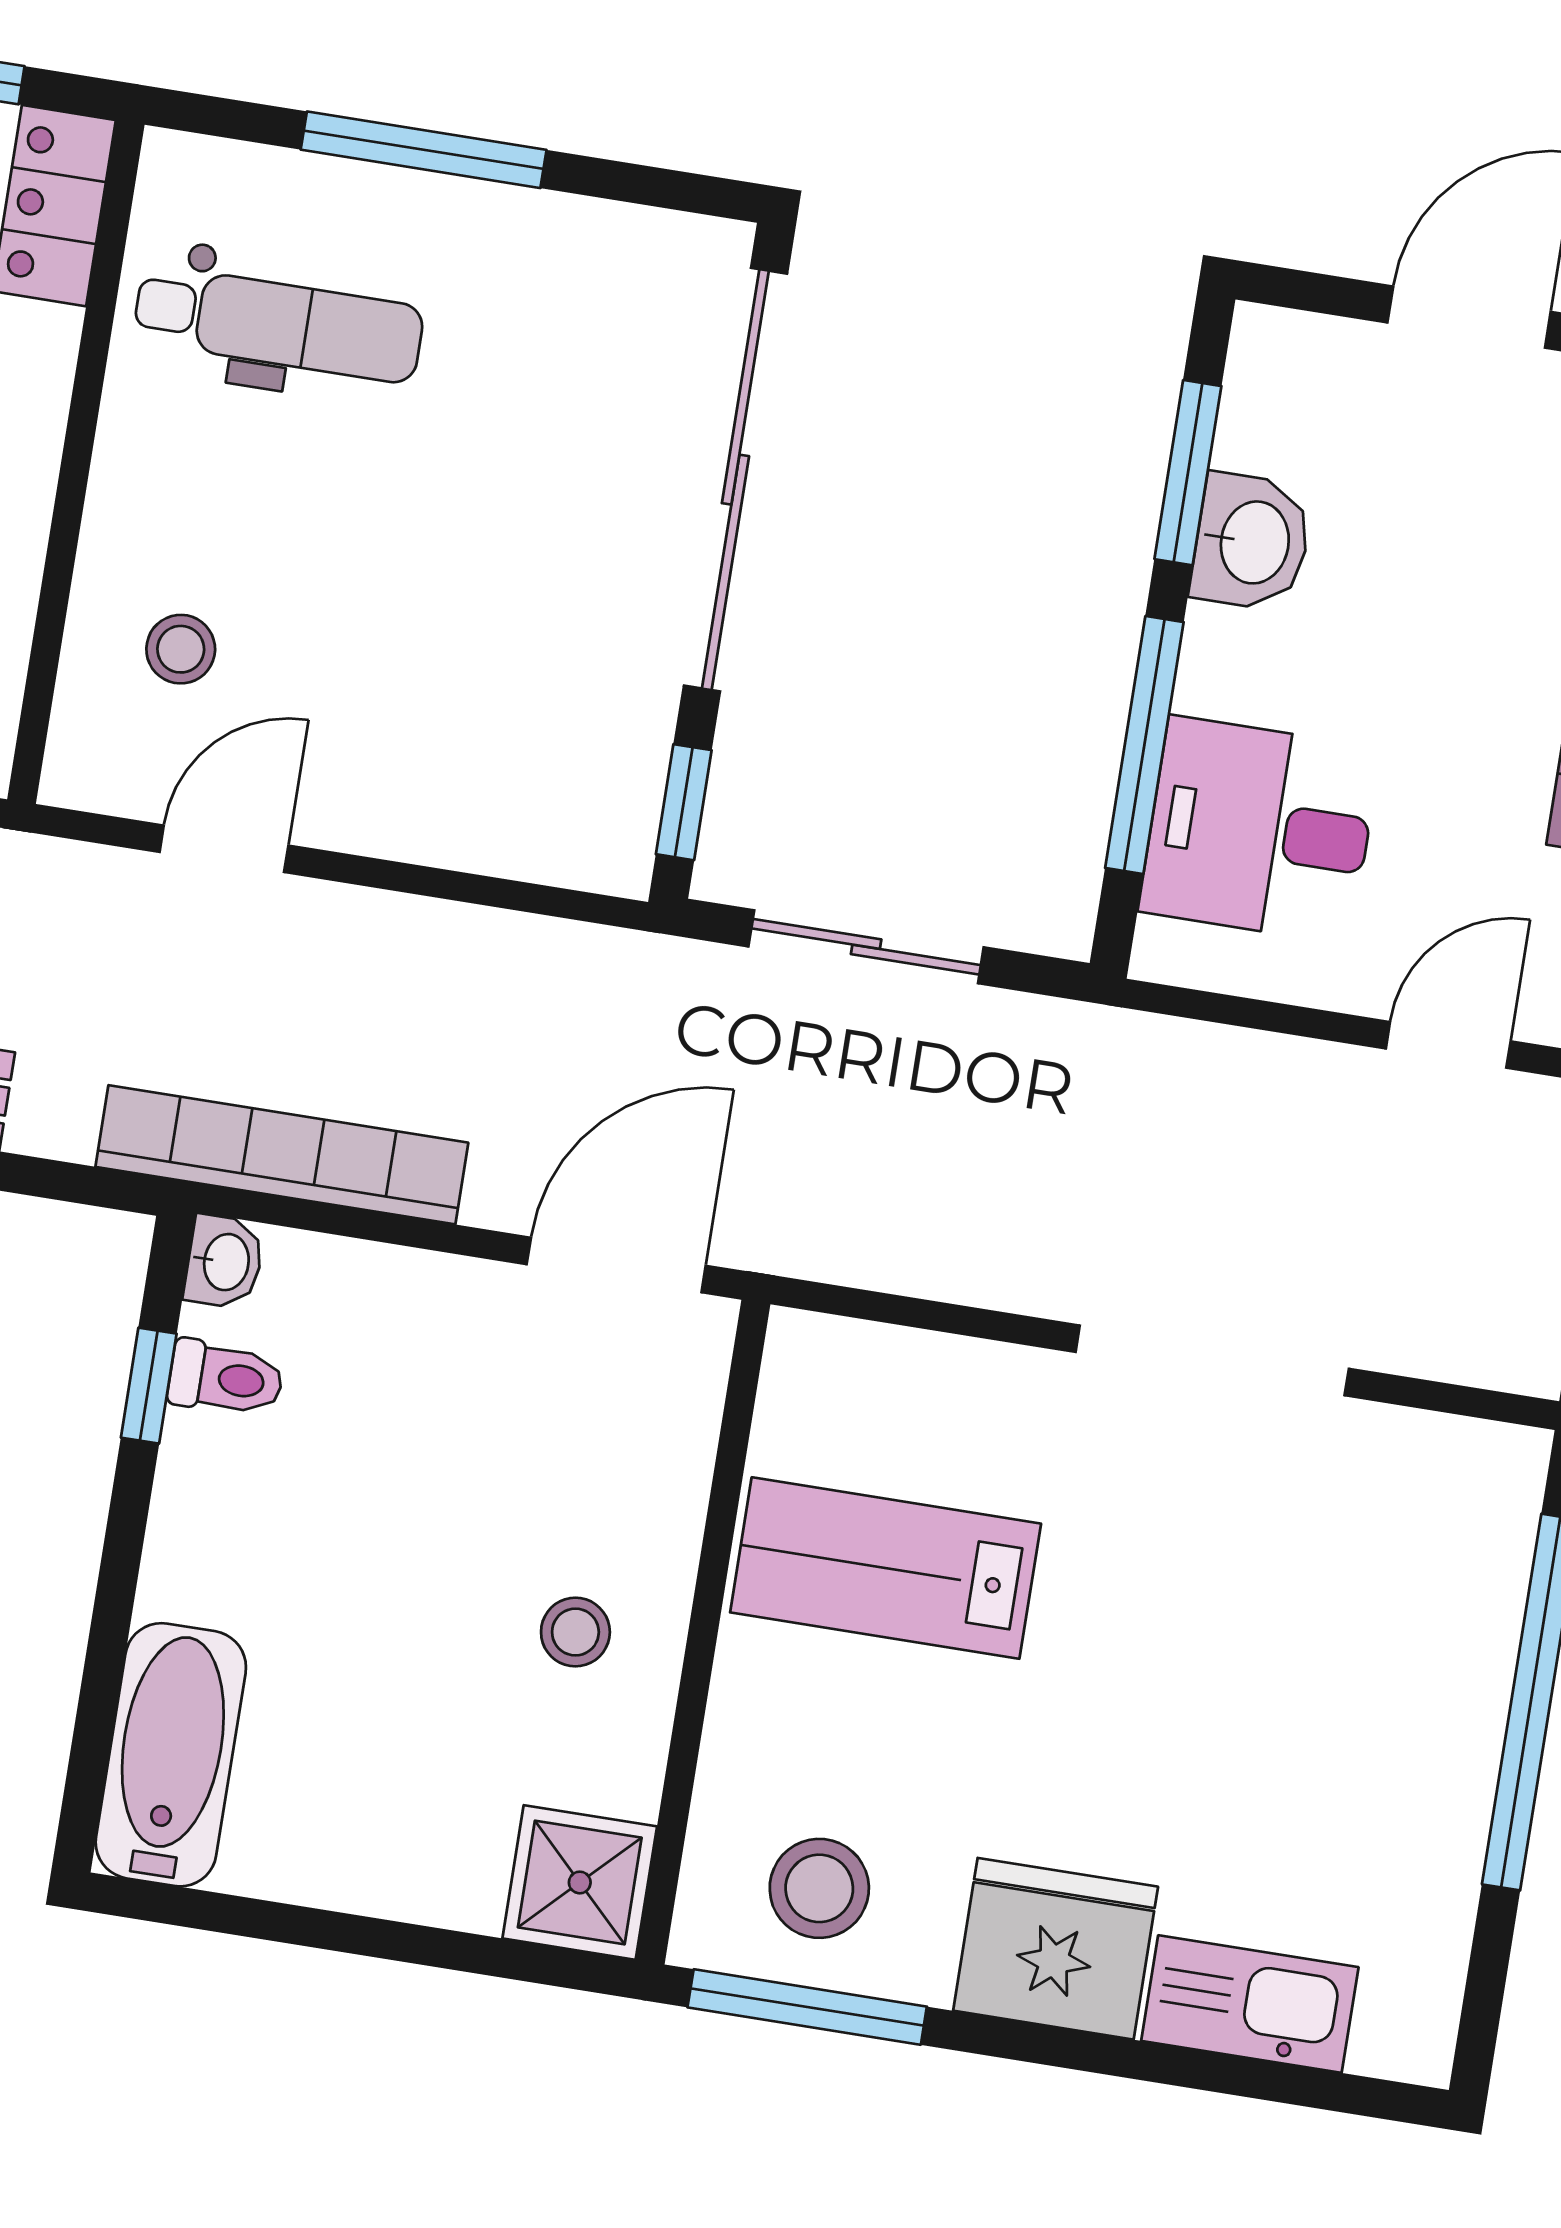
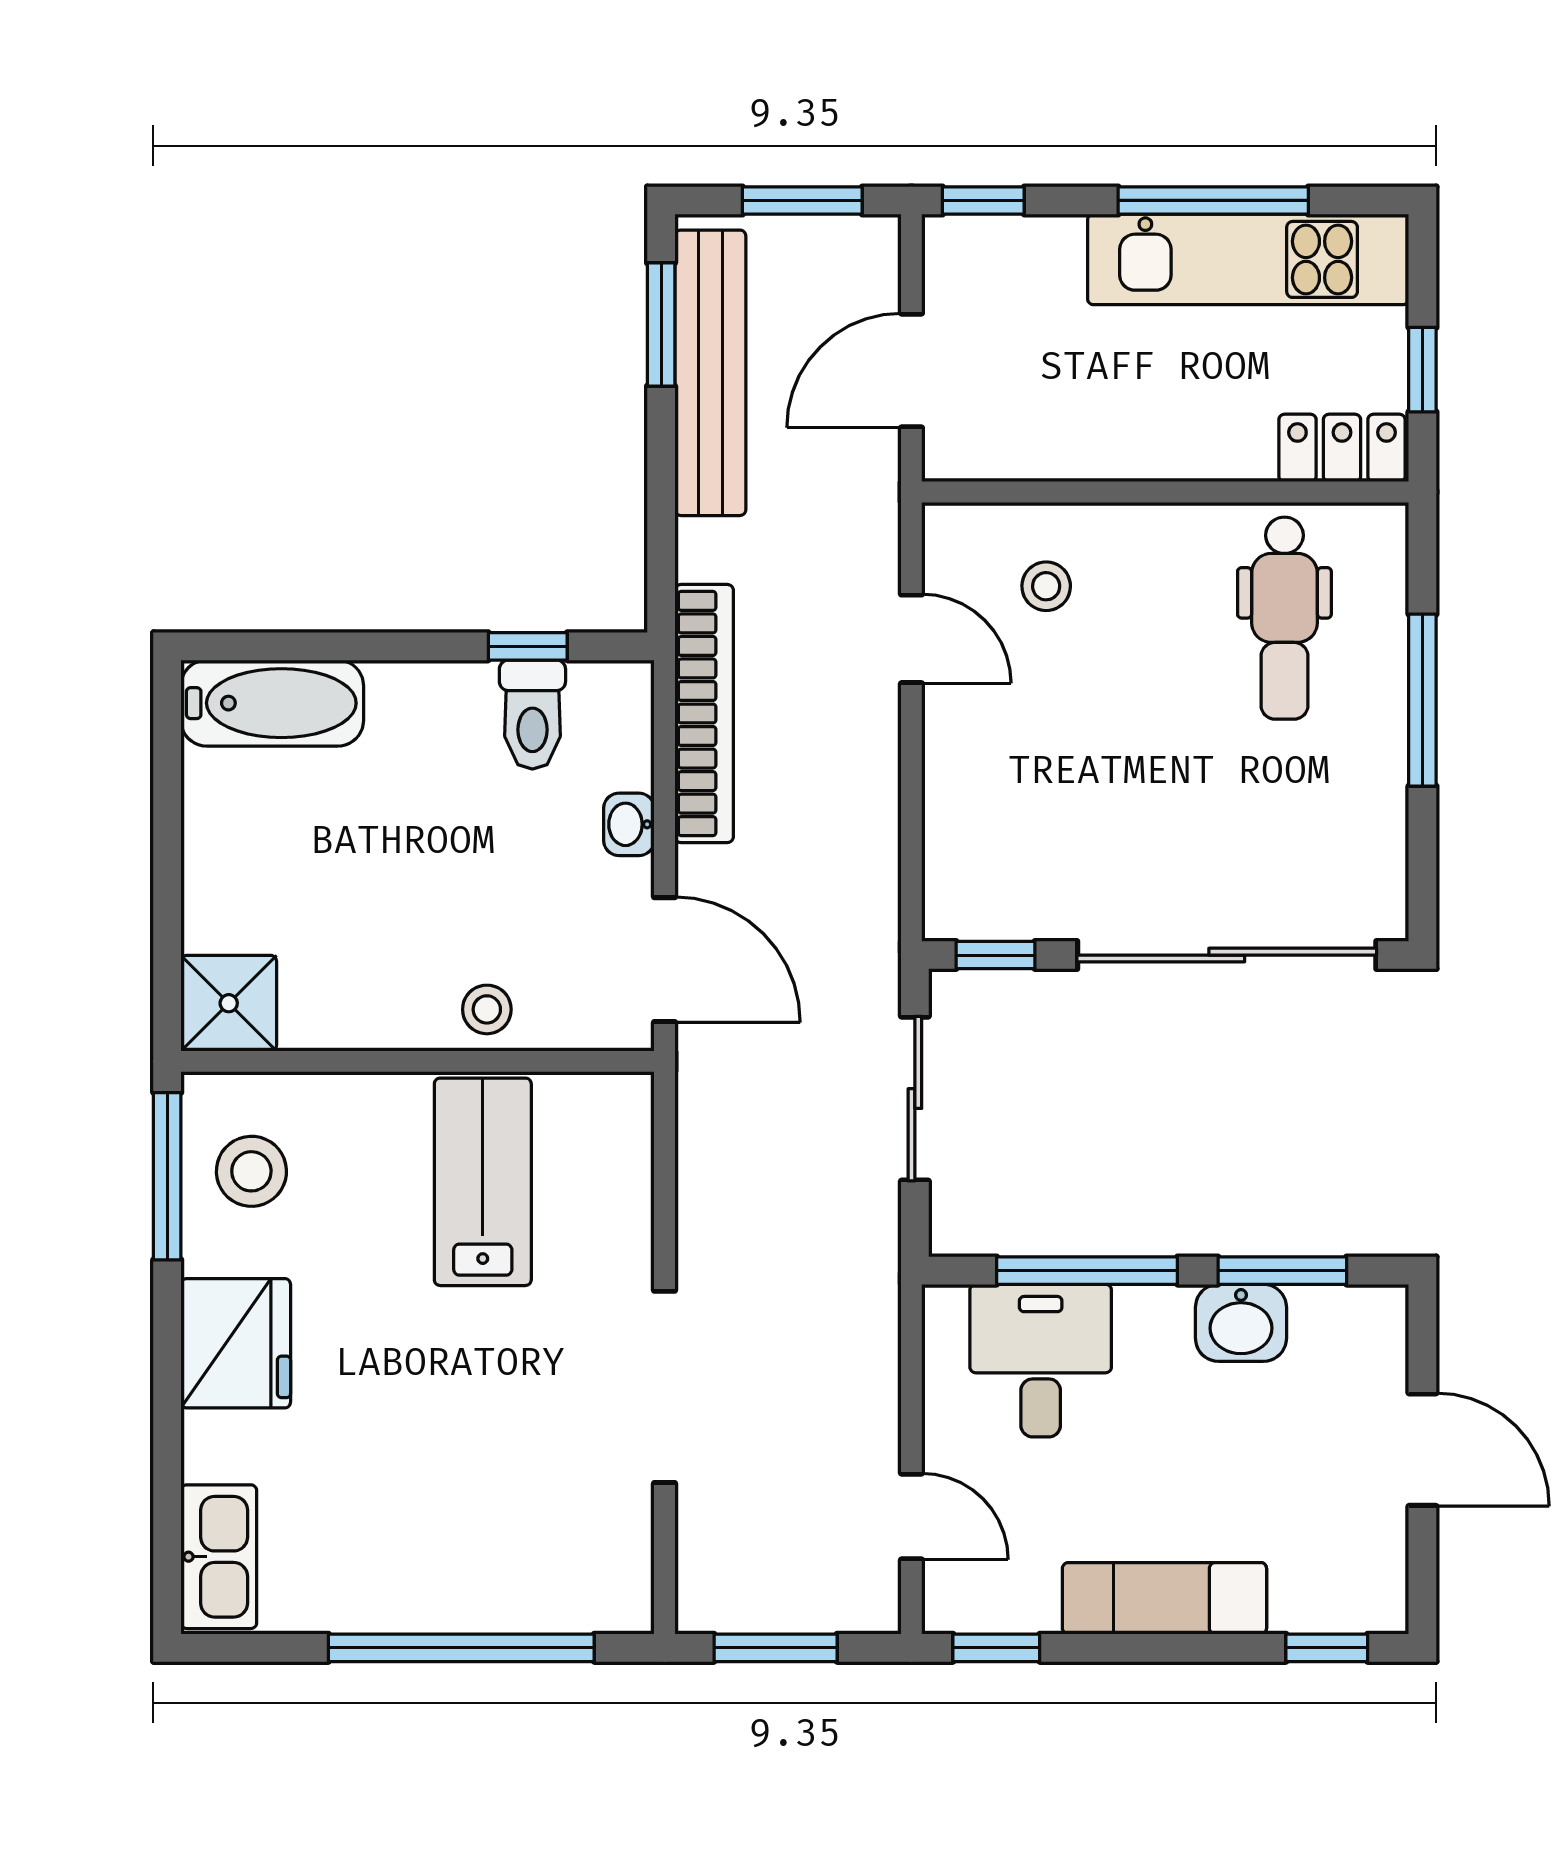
washbasin: (224, 1262) -> (629, 824), moved, turned 90
toilet: (226, 1378) -> (532, 715), width x1.37, depth x1.39
stool: (575, 1632) -> (487, 1009), moved
kitchen sink: (1250, 2004) -> (219, 1557), moved

